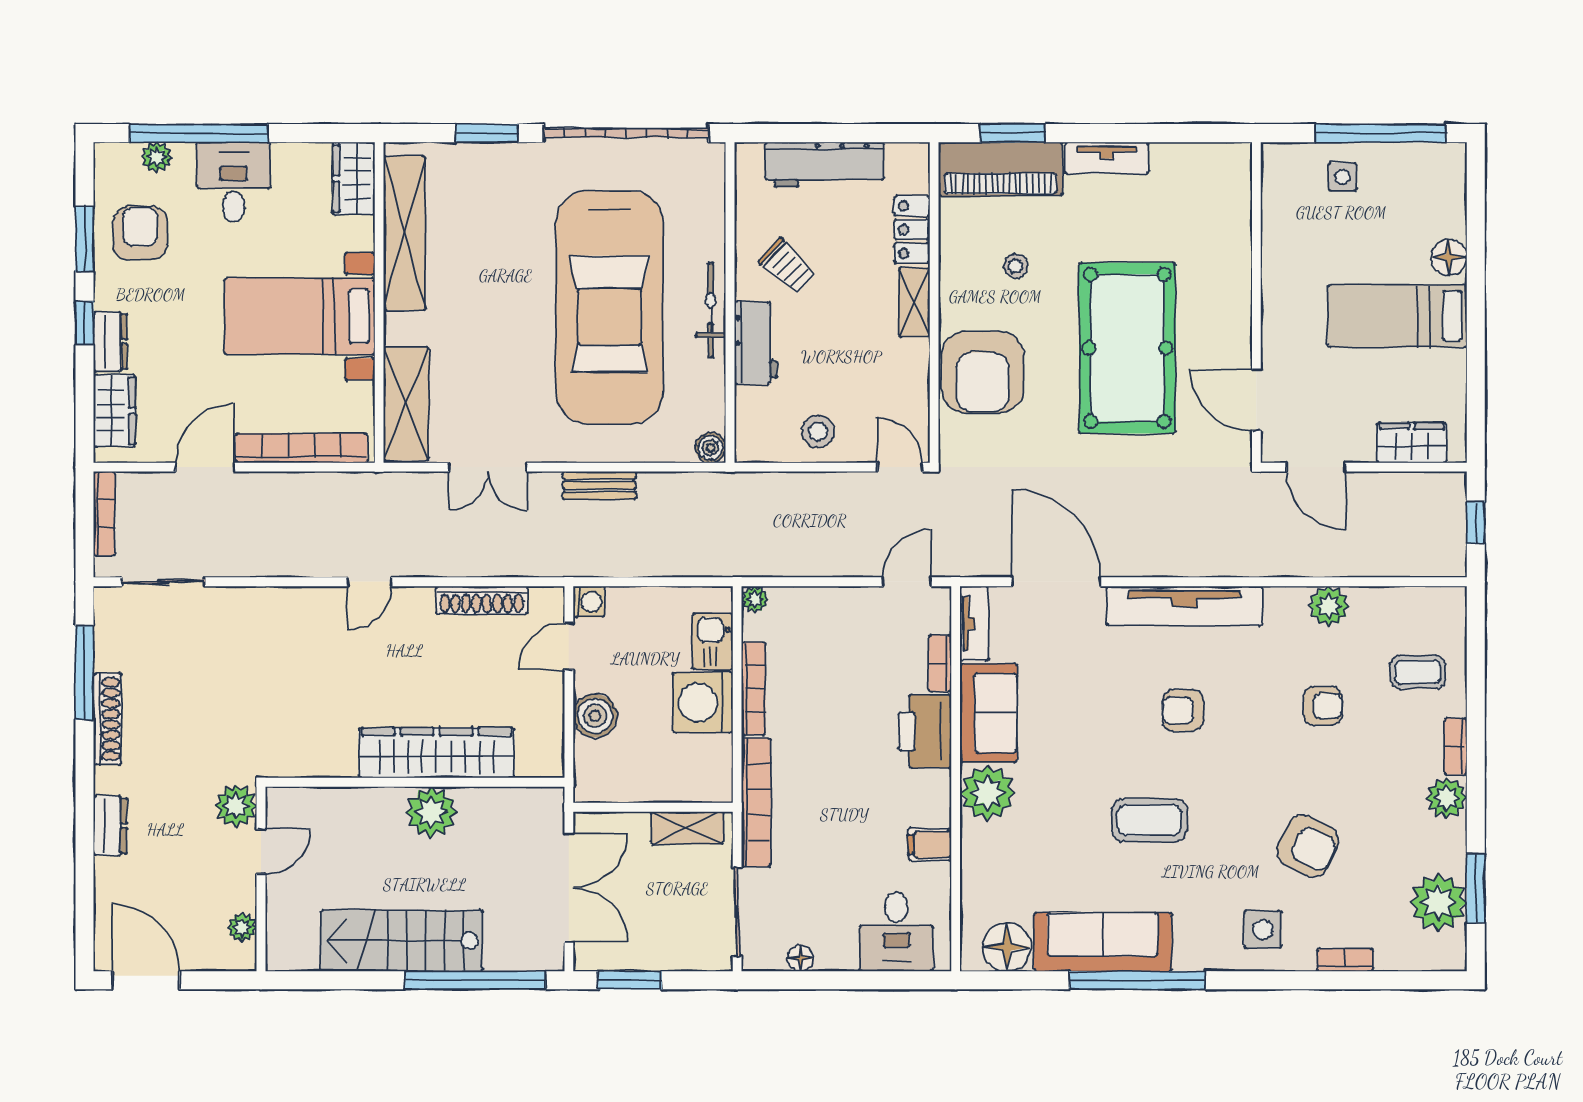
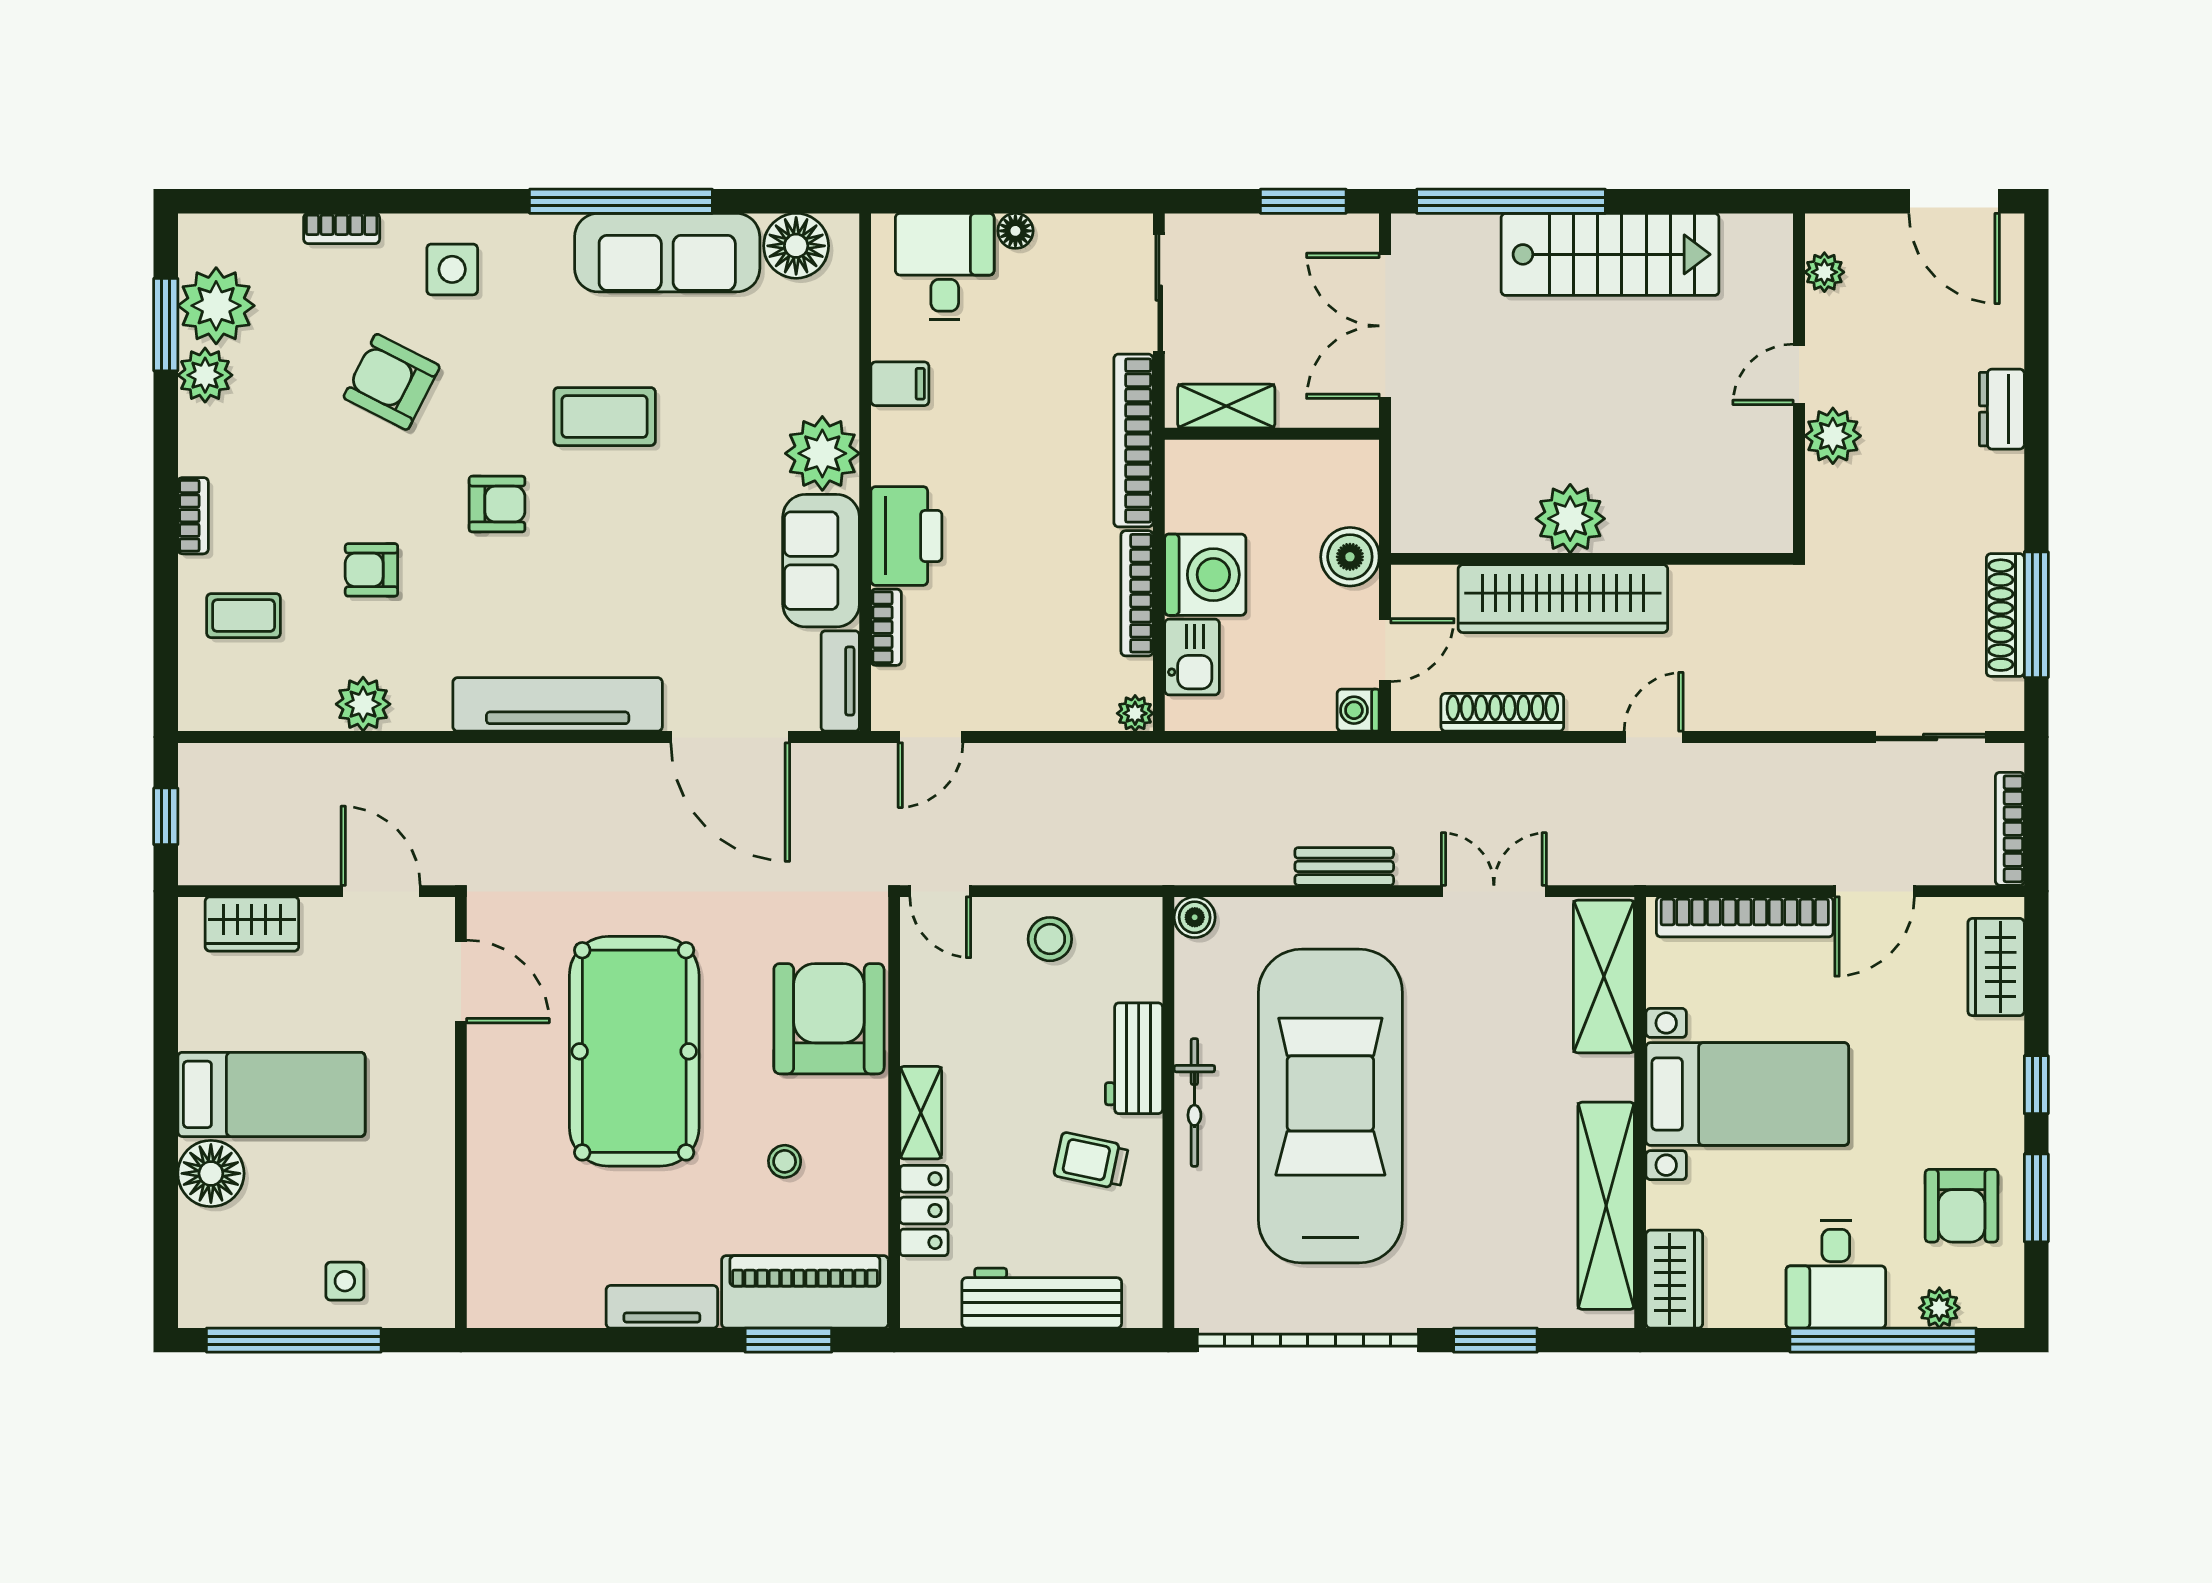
floor lamp: (1449, 257) -> (211, 1173), width x1.38, depth x1.38
trolley: (788, 267) -> (1091, 1161), turned -31
dresser: (110, 342) -> (2002, 1060), removed
armchair: (1183, 710) -> (497, 504), moved
shoe rack: (108, 719) -> (2005, 615), moved
wardrobe: (437, 753) -> (1563, 599), moved
wall: (415, 782) -> (1592, 559), moved
plant: (1447, 798) -> (205, 375), moved
plant: (431, 812) -> (1570, 519), moved
floor lamp: (801, 958) -> (1015, 231), moved

